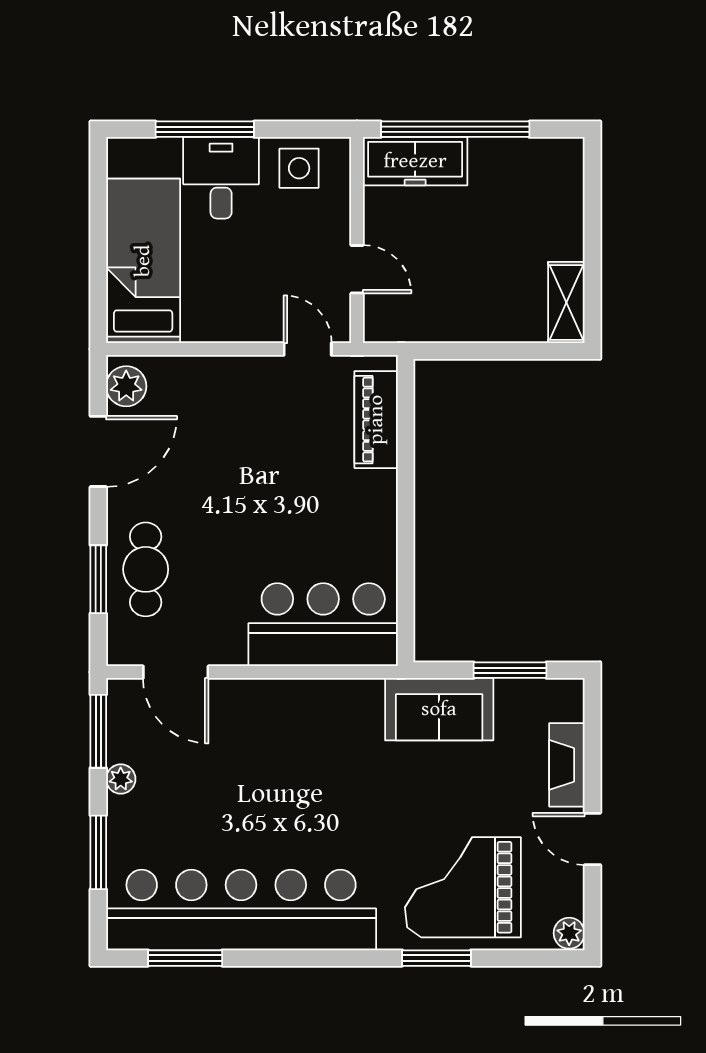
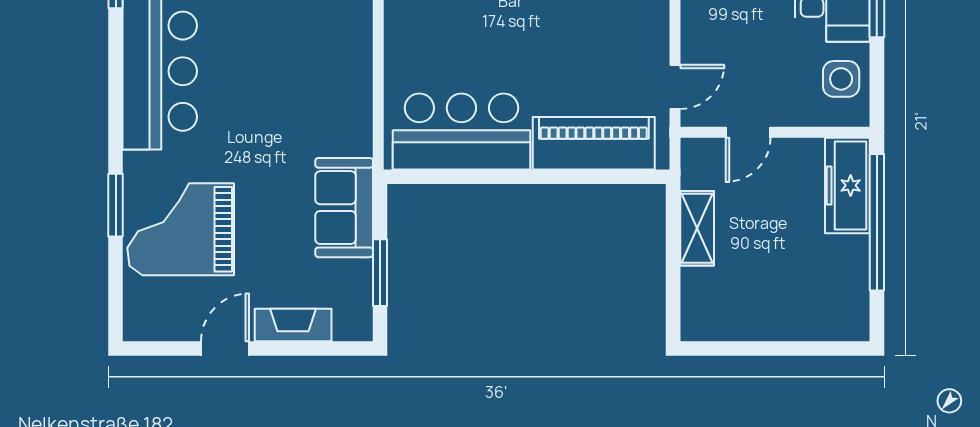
shelving: (566, 303) -> (697, 228), moved, turned 90
piano: (376, 420) -> (594, 143), width x1.37, depth x1.33
bar counter: (323, 625) -> (461, 132), moved, turned -90
grand piano: (463, 887) -> (181, 229), turned -90
plant: (569, 933) -> (138, 327), removed

